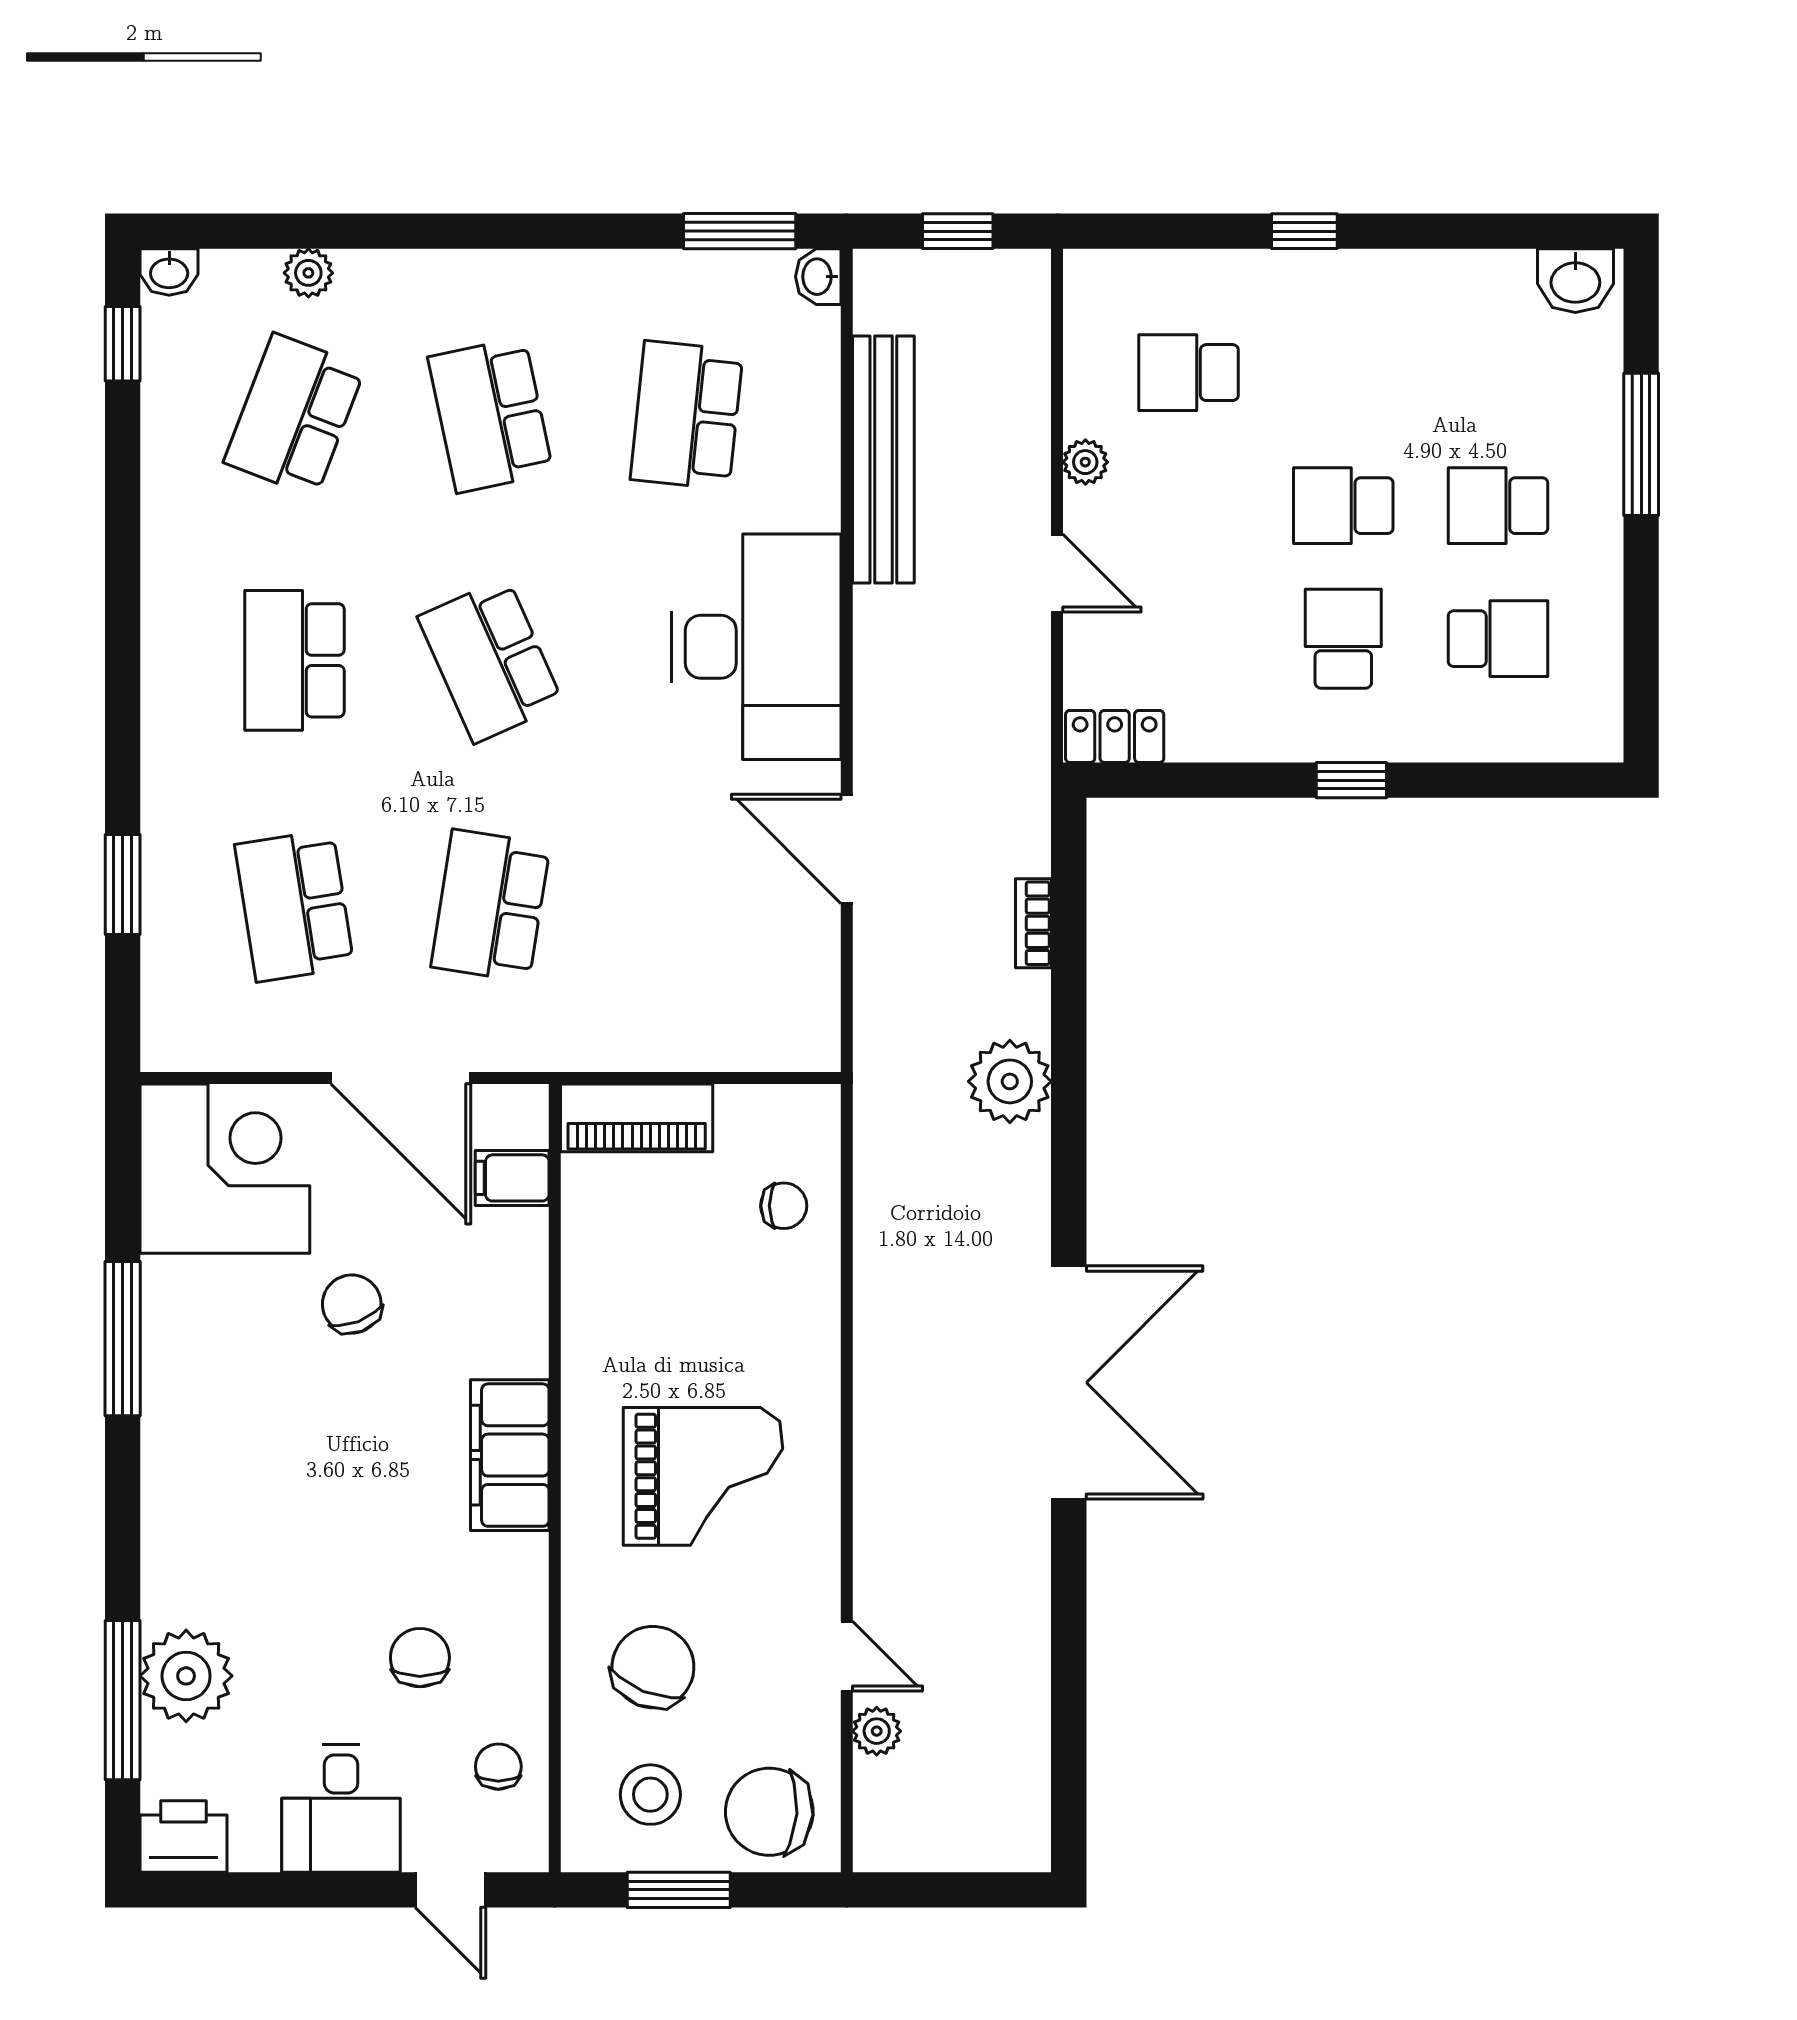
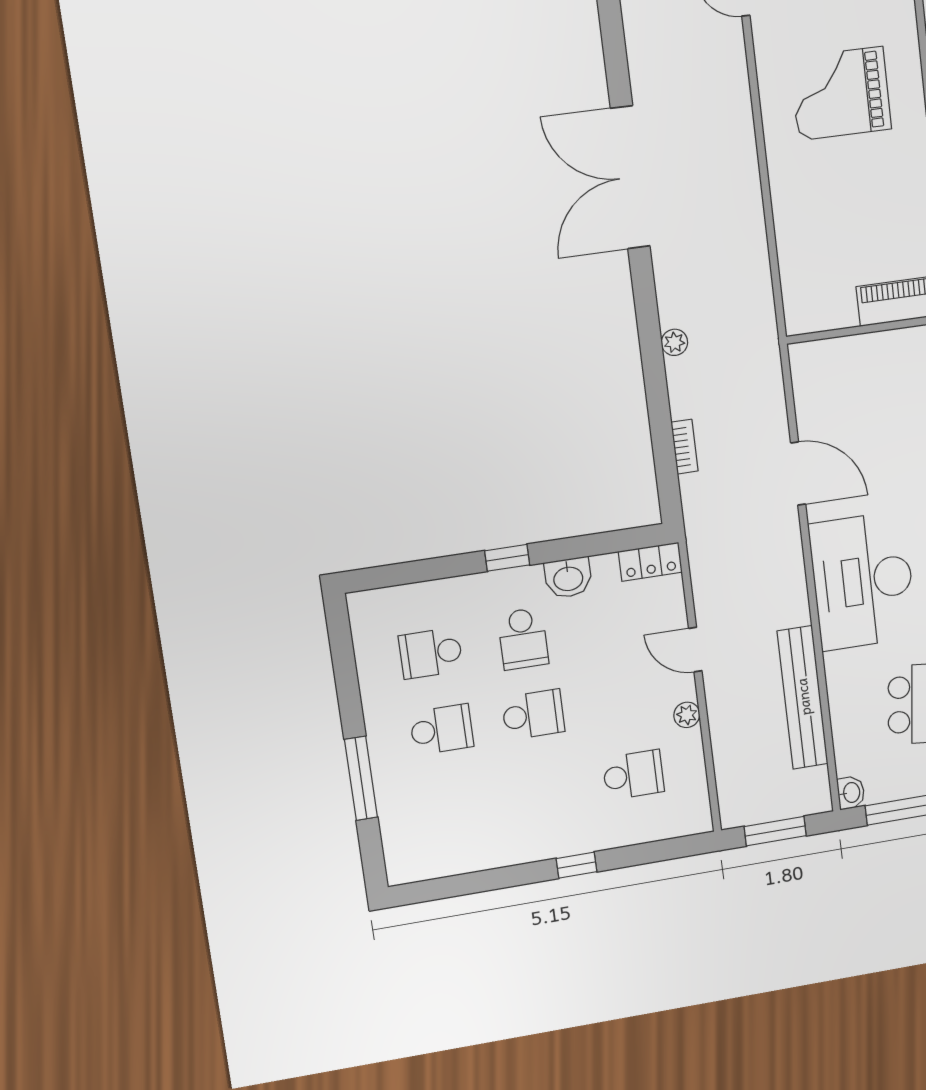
window: (958, 231) -> (775, 831), width x1.50
washbasin: (1575, 281) -> (568, 578), moved, turned 180
plant: (1010, 1081) -> (674, 342), width x0.53, depth x0.53
chair: (784, 1206) -> (811, 261), removed

